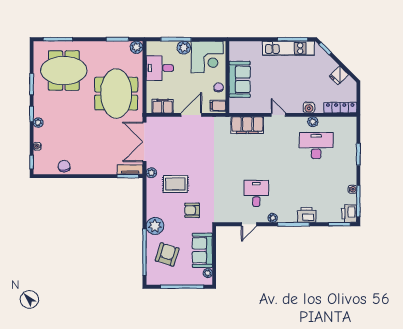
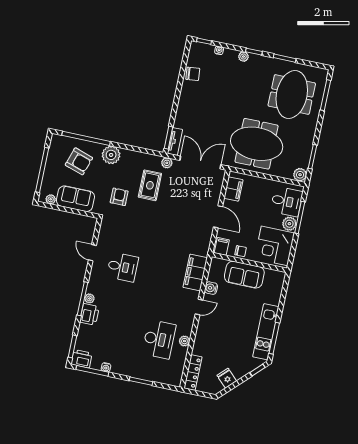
desk: (160, 68) -> (287, 201), moved, turned 90
water cooler: (309, 108) -> (211, 288), moved
plant: (273, 218) -> (89, 298), moved

